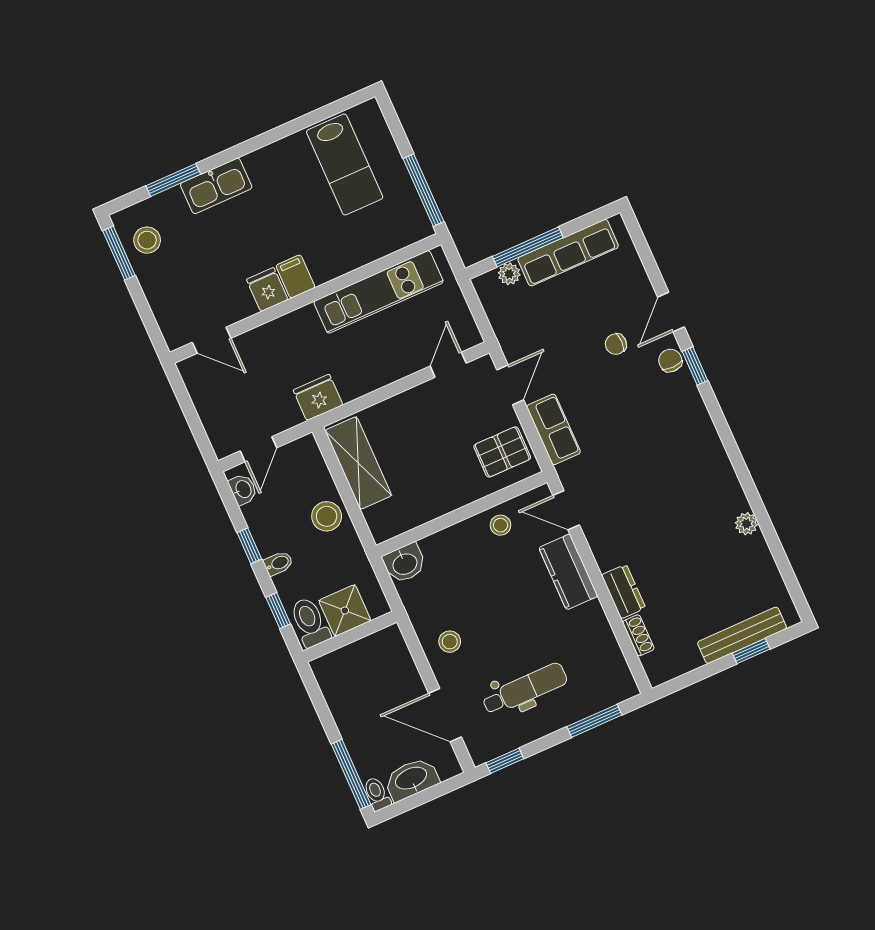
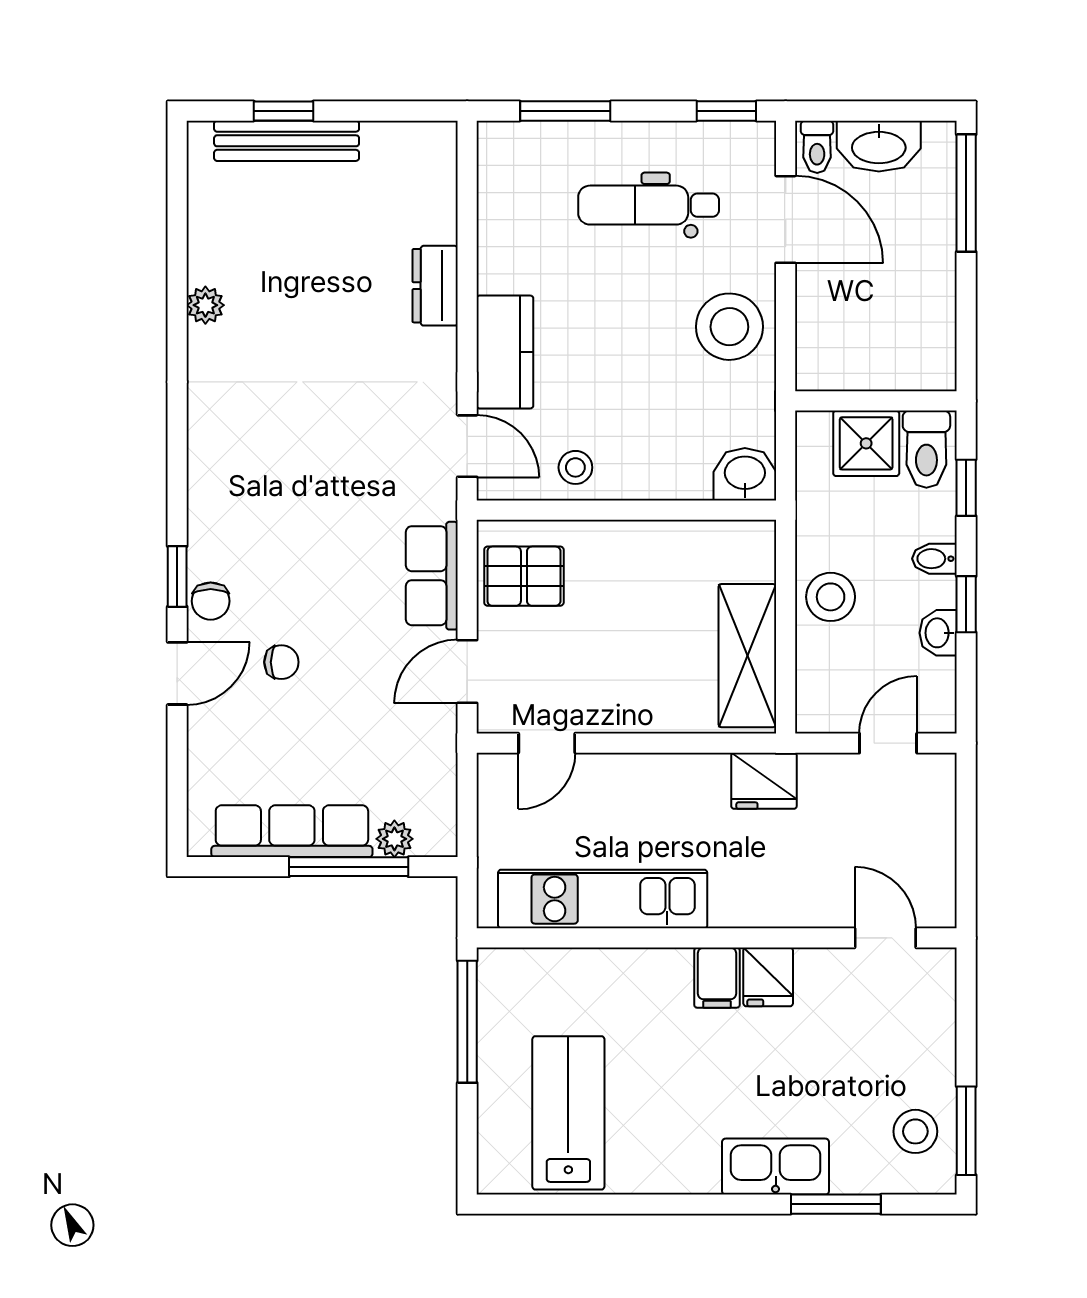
washbasin: (243, 489) -> (938, 633), moved
shoe rack: (638, 635) -> (442, 210), removed
stool: (450, 642) -> (729, 327), width x1.89, depth x1.89
toilet: (377, 794) -> (817, 147), moved

